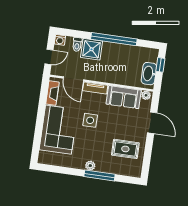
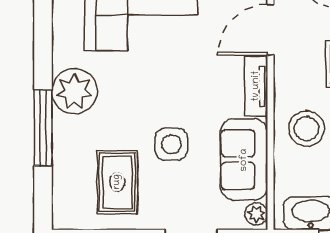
stool: (115, 70) -> (307, 129), added
side table: (90, 120) -> (171, 144), moved
plant: (90, 166) -> (74, 91), width x1.88, depth x1.88

